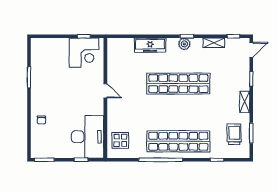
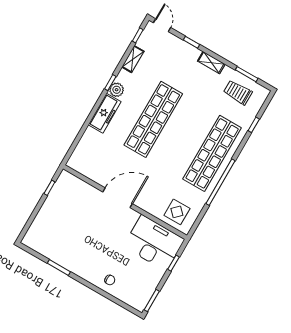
freezer: (150, 45) -> (105, 113), moved
corner desk: (84, 53) -> (66, 197), removed
door: (105, 91) -> (118, 198), width x1.87

